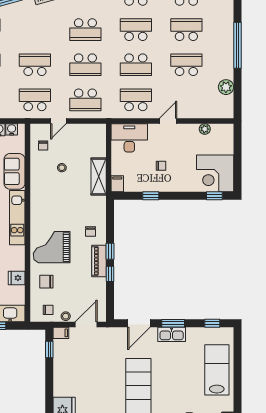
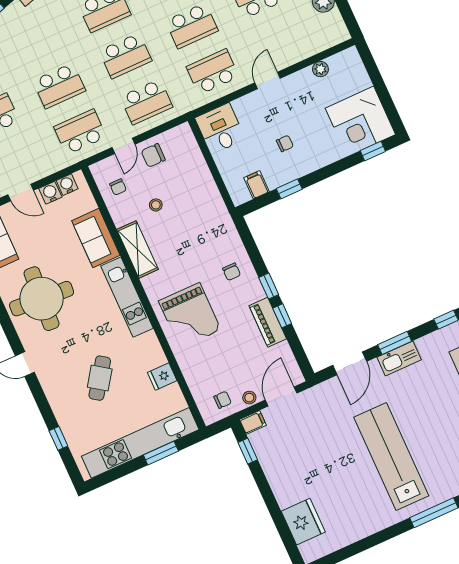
school desk: (35, 65) -> (59, 86), turned 180
desk: (129, 138) -> (220, 129), width x0.73
shelving: (99, 176) -> (137, 249), moved
filing cabinet: (117, 184) -> (257, 185), moved
grand piano: (52, 247) -> (190, 315), turned -90
piano: (99, 261) -> (268, 322), moved
chair: (46, 282) -> (153, 155), moved

